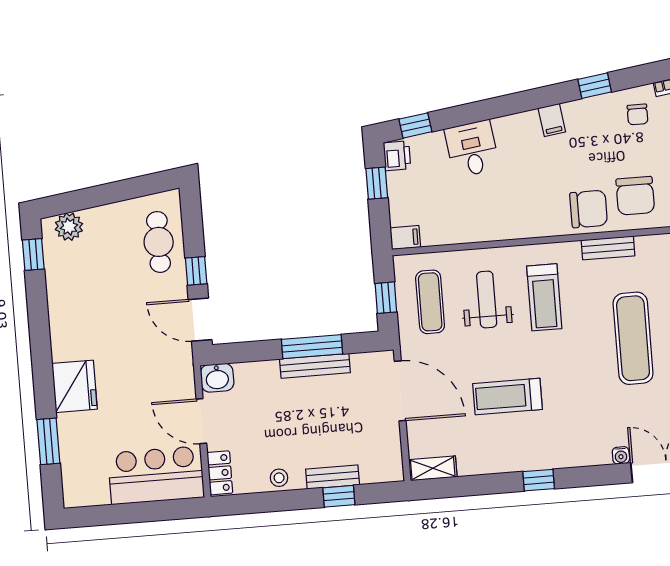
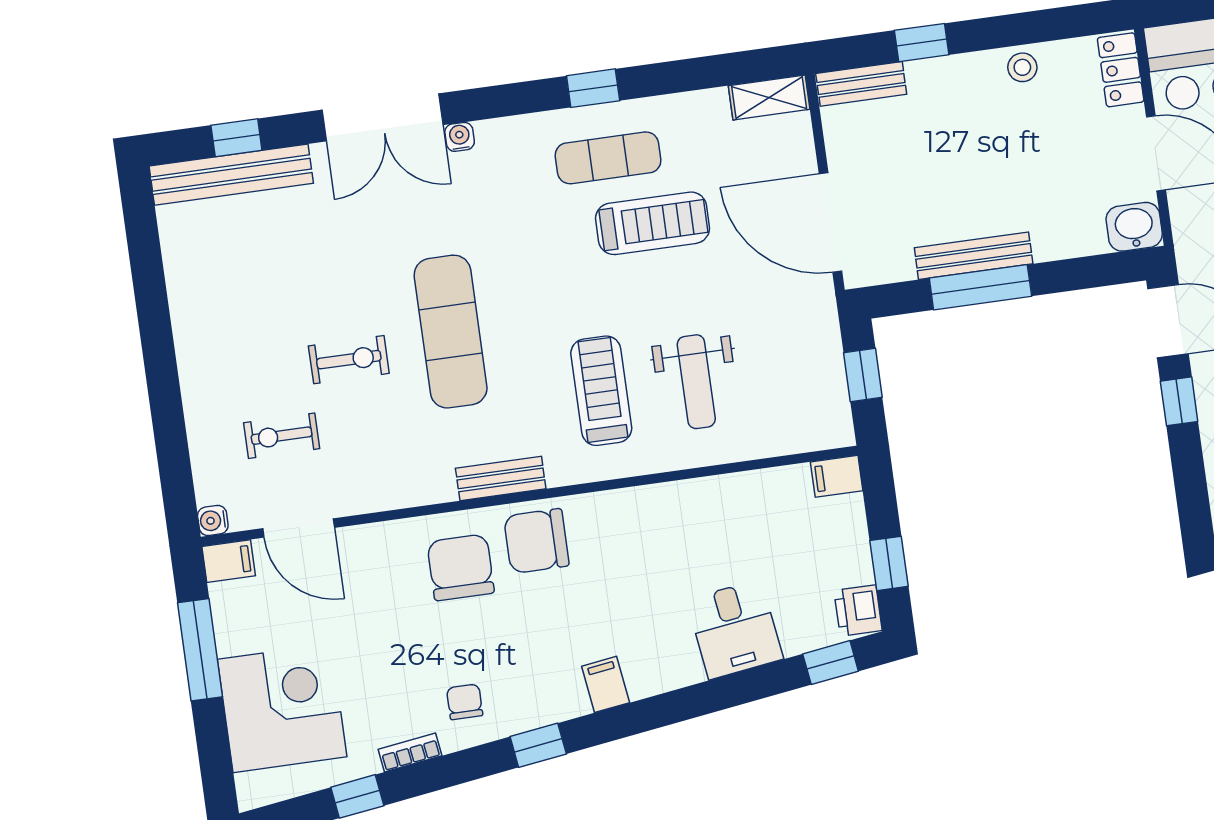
exercise mat: (430, 302) -> (608, 158), moved, turned 90
bench: (333, 477) -> (861, 84), moved

